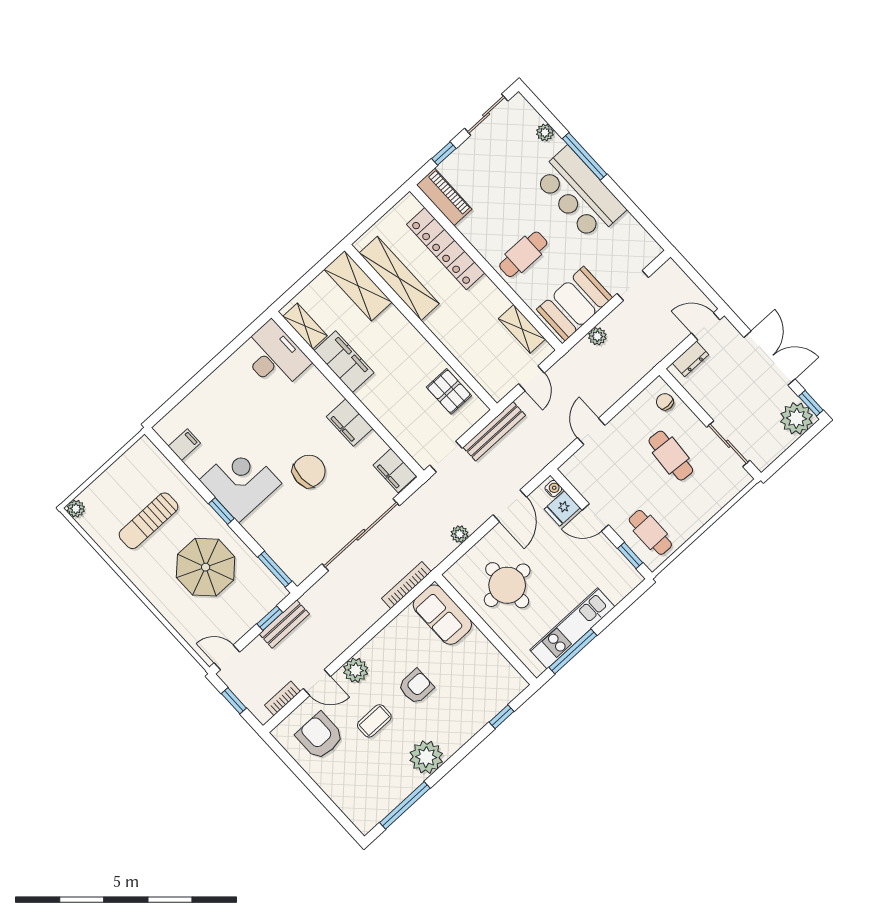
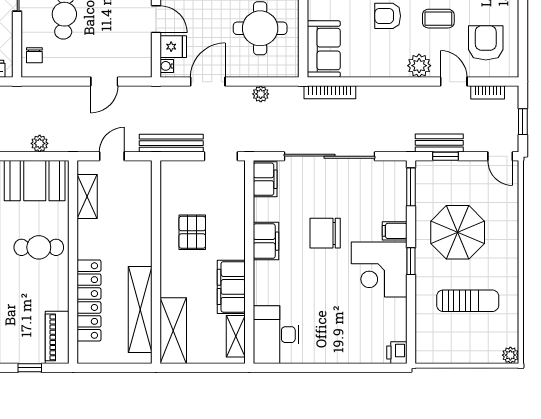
pallet: (449, 391) -> (192, 232), moved
printer: (167, 429) -> (397, 353), added
filing cabinet: (184, 445) -> (395, 231), moved
armchair: (320, 736) -> (486, 43), turned 180

